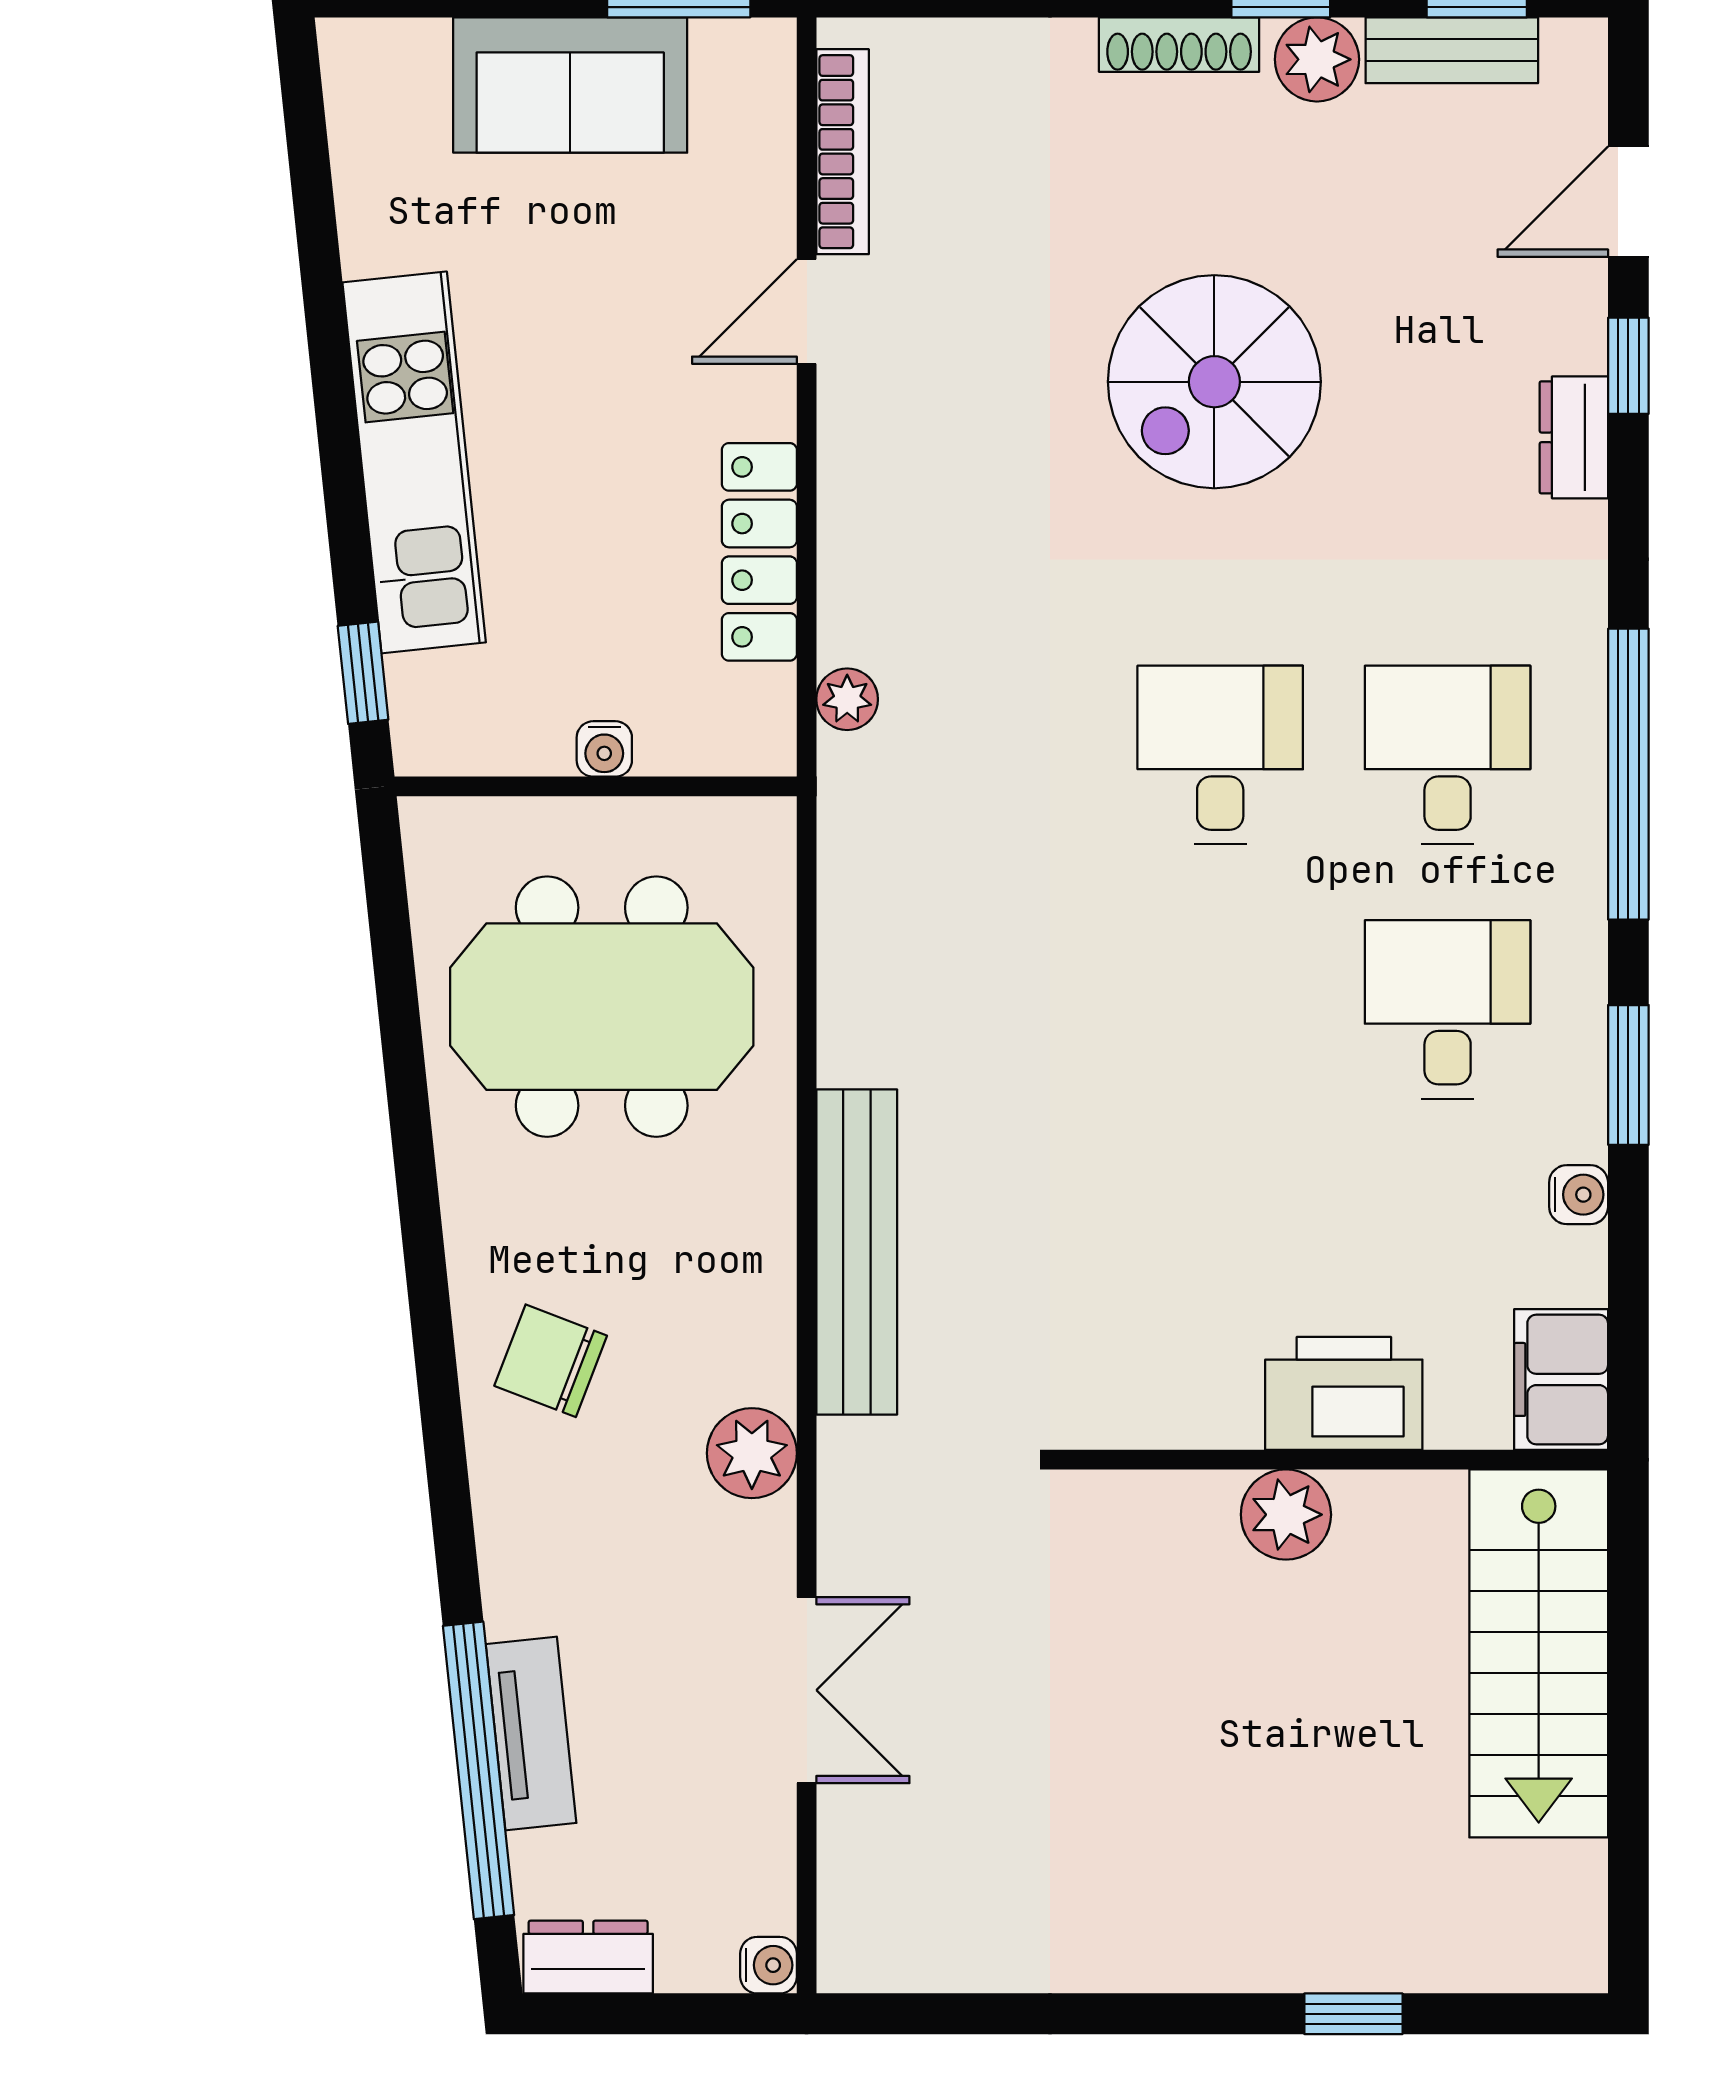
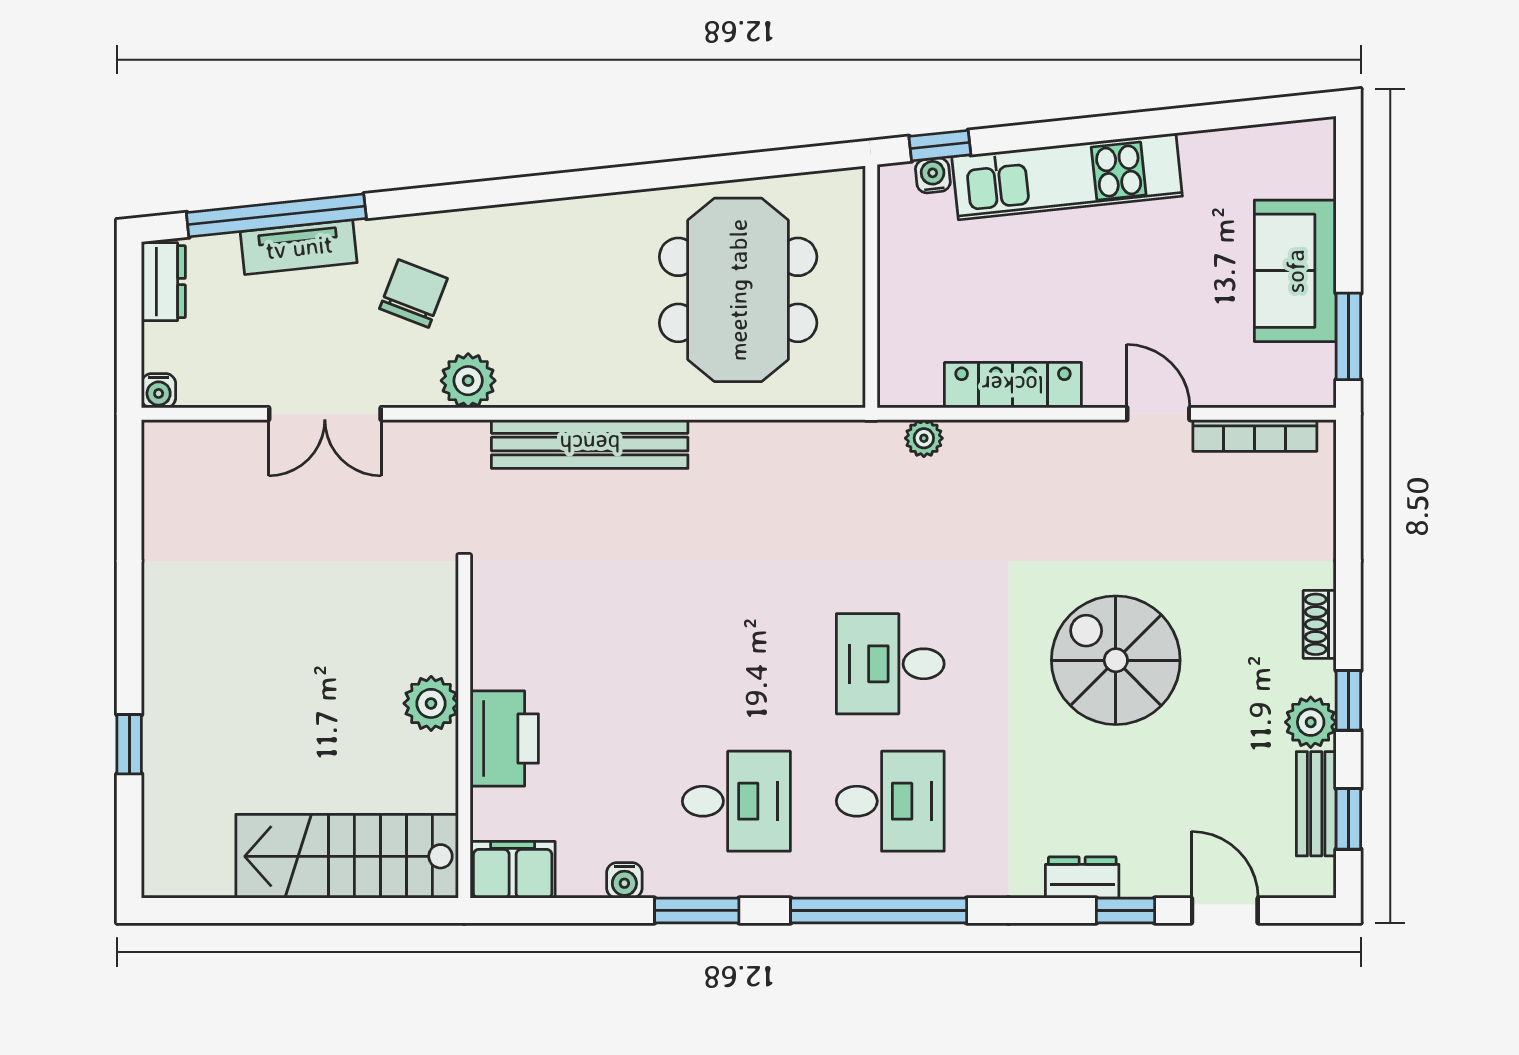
shoe rack: (1179, 45) -> (1320, 624), width x0.70
water cooler: (604, 749) -> (933, 175), moved, turned 84
desk: (1220, 755) -> (890, 664), turned 180
chair: (551, 1361) -> (413, 293), moved

